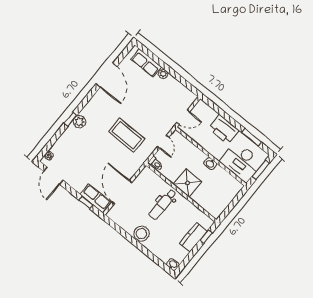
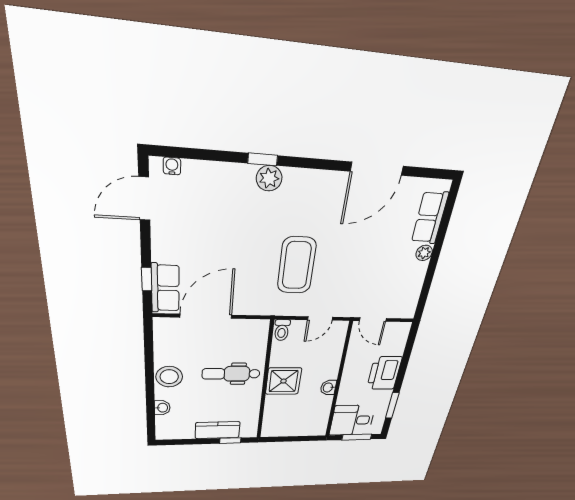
desk: (241, 162) -> (352, 420), width x0.73
washbasin: (173, 265) -> (162, 408), moved

